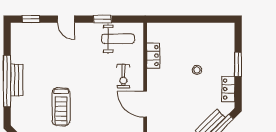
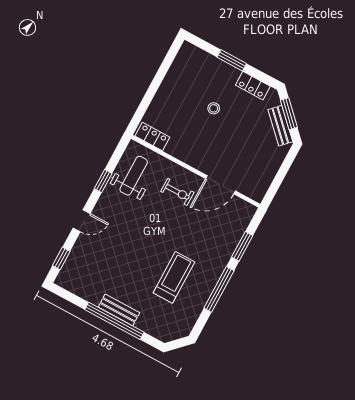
locker: (153, 56) -> (152, 137), moved
treadmill: (61, 107) -> (174, 277), turned -90

